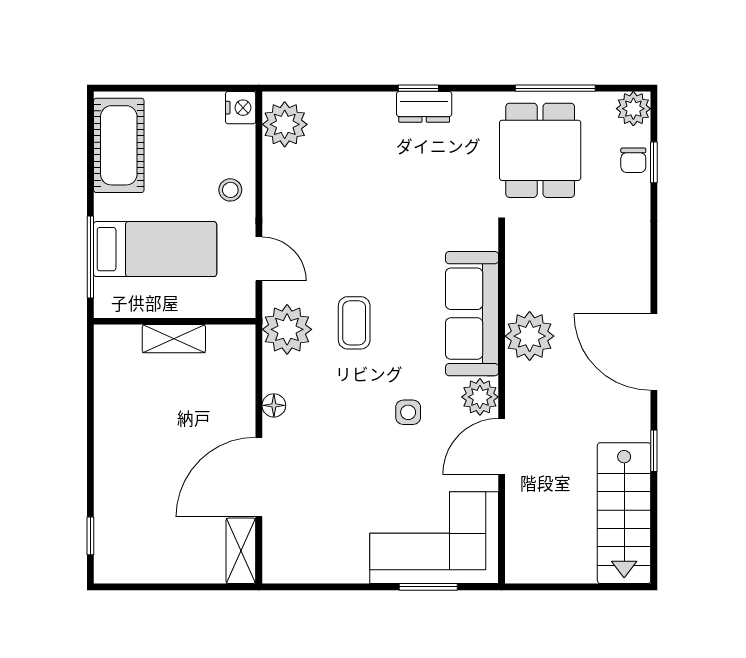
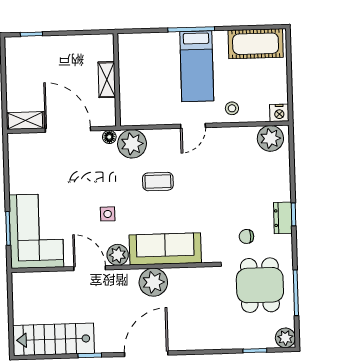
dining table: (540, 150) -> (260, 285), turned 90
chair: (633, 160) -> (246, 236), moved
wall: (175, 321) -> (117, 80), moved
plant: (287, 329) -> (132, 144), moved
shelving: (174, 339) -> (107, 80), moved

